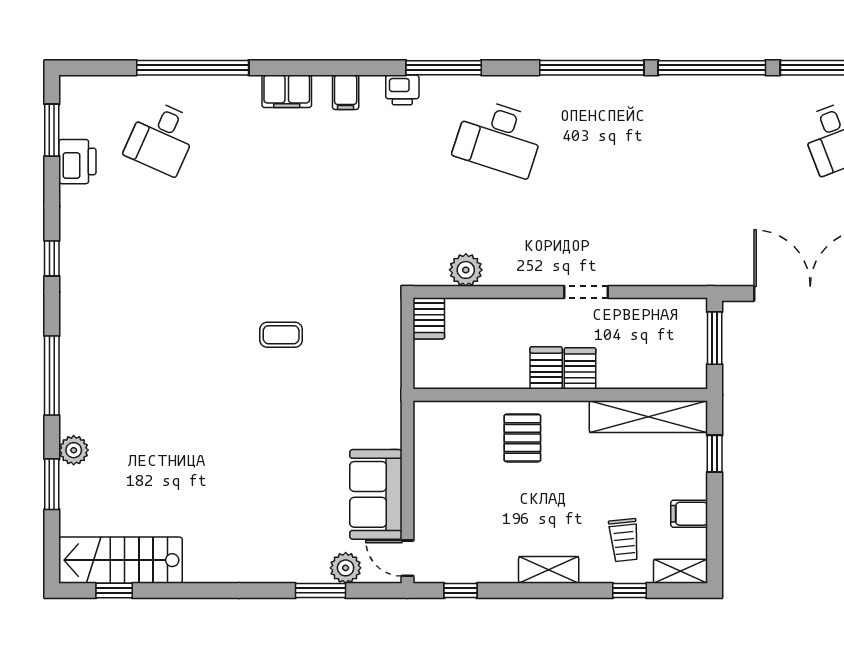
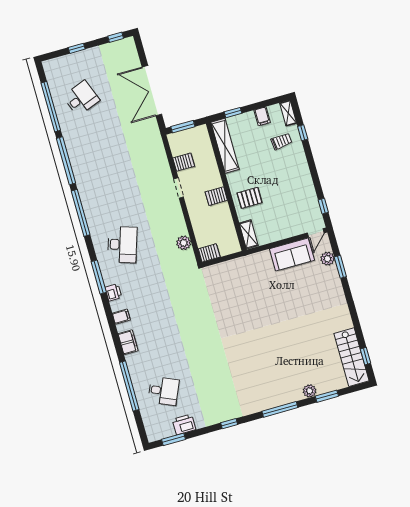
coffee table: (281, 335) -> (234, 315), removed
server rack: (580, 368) -> (184, 162), moved, turned 180
shelving: (549, 570) -> (249, 234), moved

